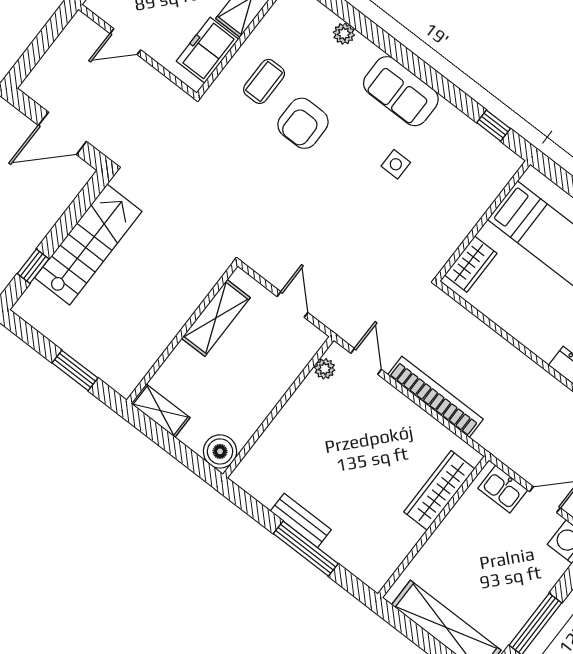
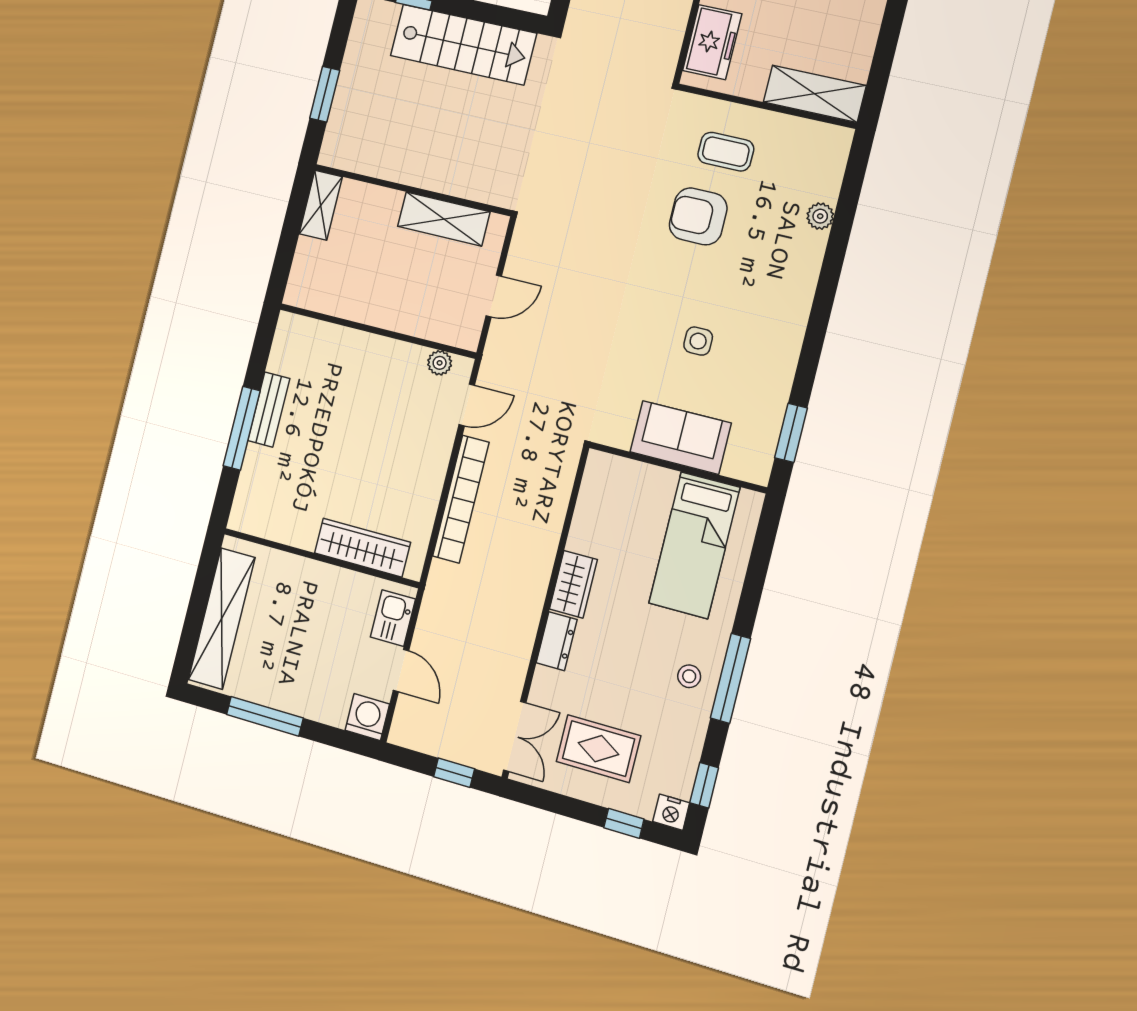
freezer: (207, 50) -> (712, 42), moved, turned 90
sofa: (401, 91) -> (681, 437), moved, turned 90
window: (494, 126) -> (791, 433), width x1.50
wardrobe: (471, 264) -> (573, 584), moved, turned -90
boiler: (220, 451) -> (305, 289), removed

